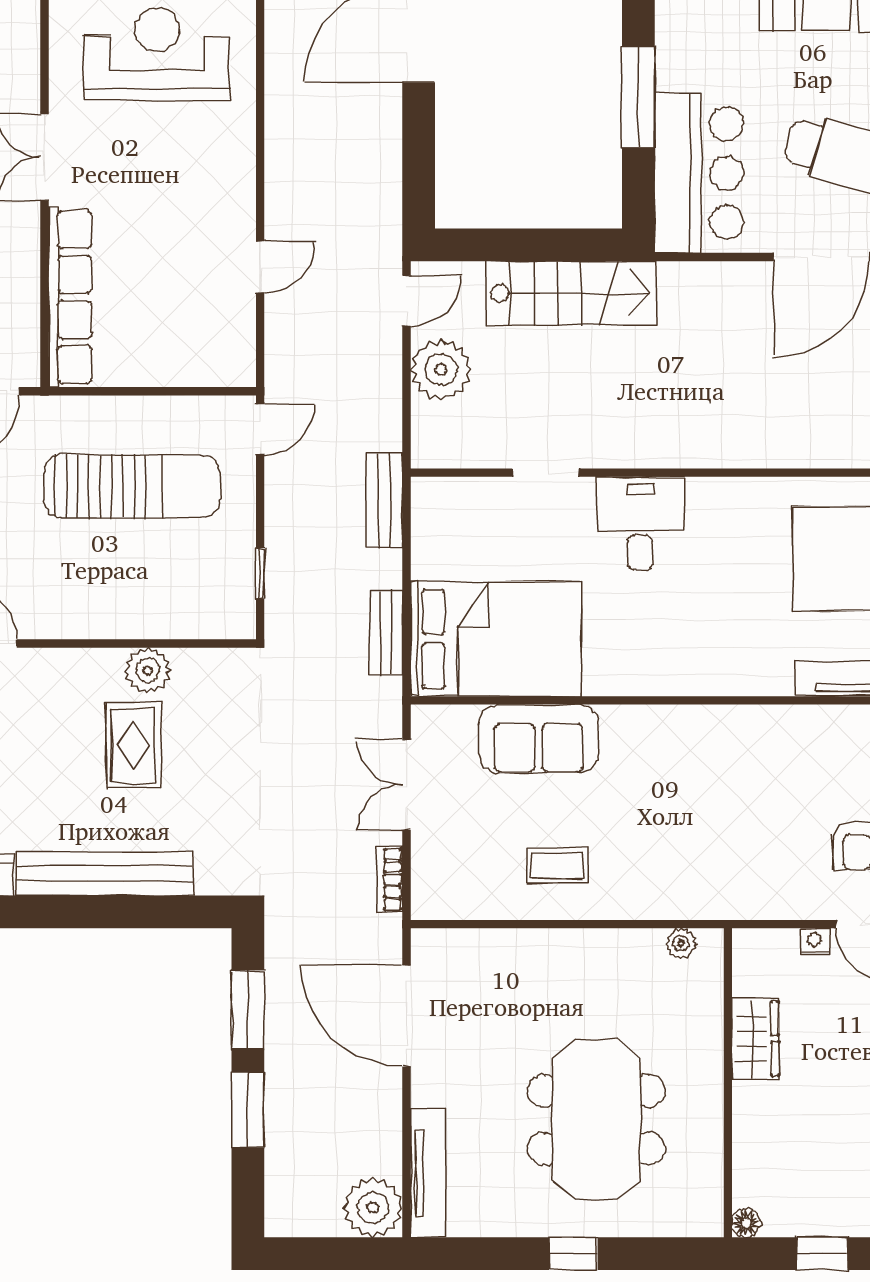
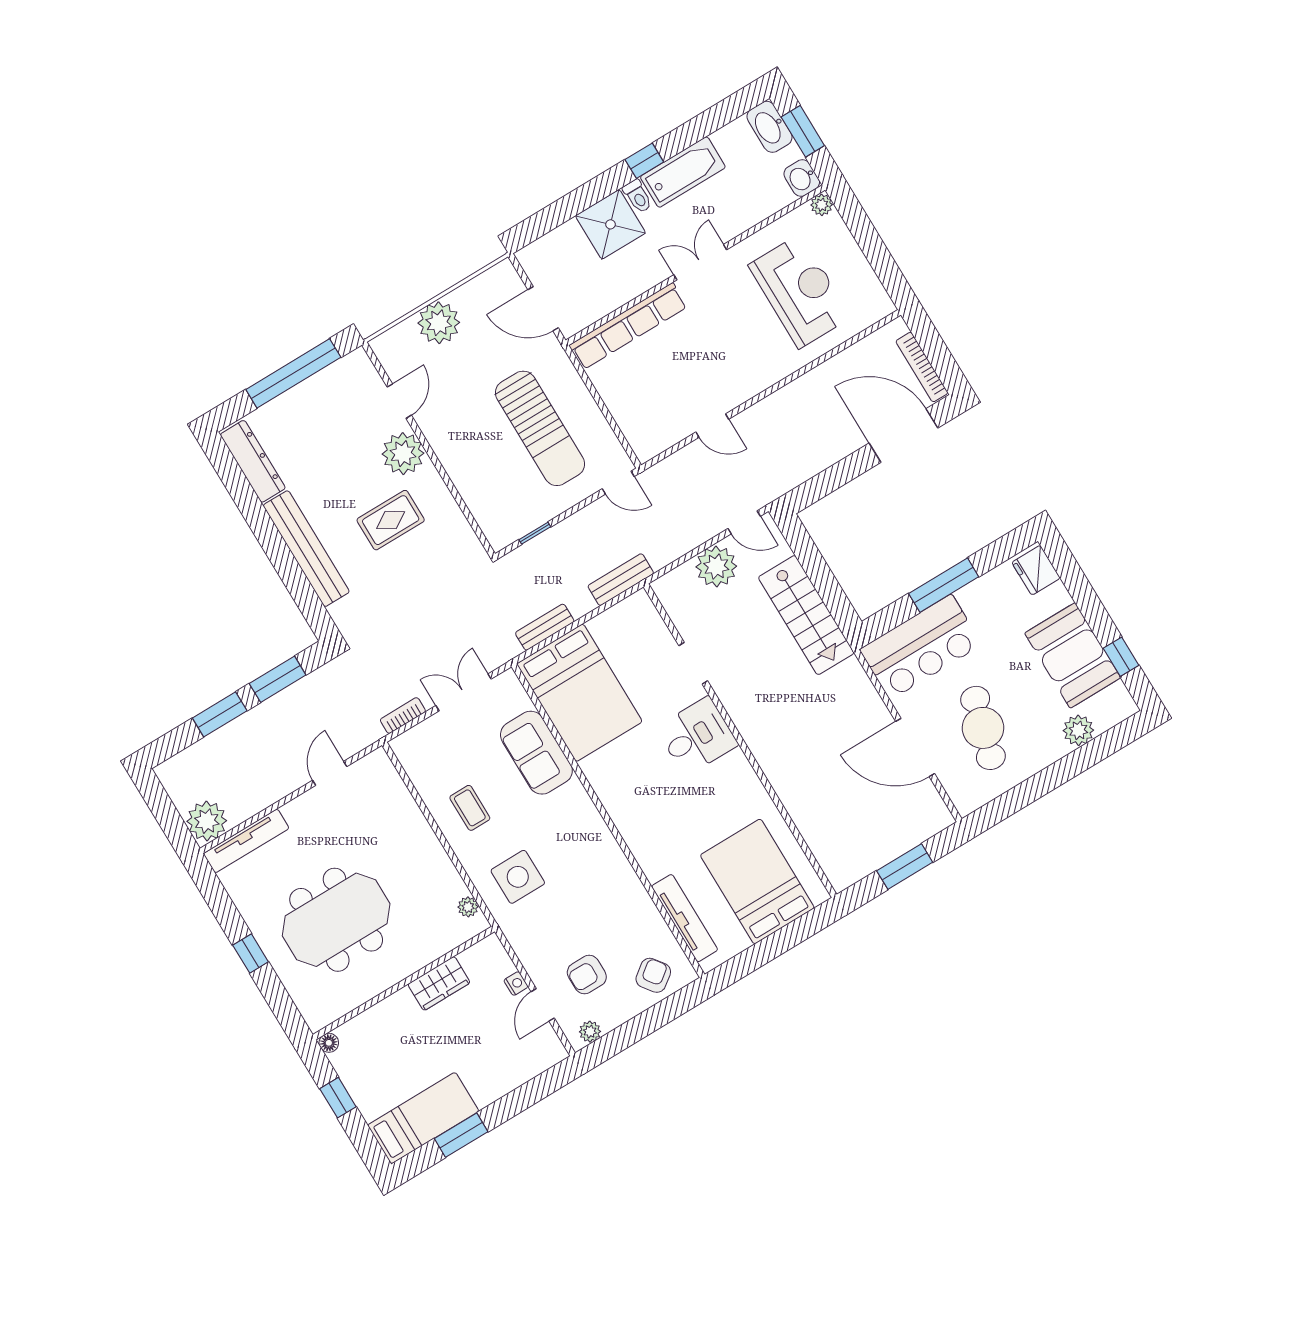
plant: (148, 670) -> (403, 454), moved, width x1.36, depth x1.36
side table: (681, 858) -> (518, 877), added
door: (407, 1016) -> (330, 773), width x0.53

